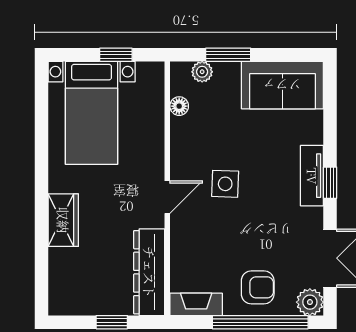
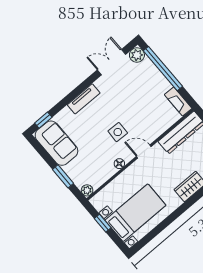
plant: (202, 72) -> (87, 190), moved
floor lamp: (179, 106) -> (119, 164), moved
window: (330, 183) -> (43, 120), moved
armchair: (258, 287) -> (149, 82), removed

